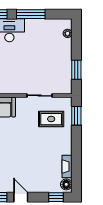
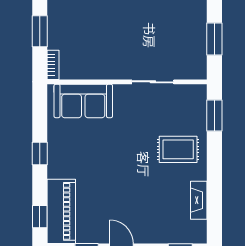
rug: (51, 119) -> (178, 149), moved
floor lamp: (66, 184) -> (198, 230), removed

